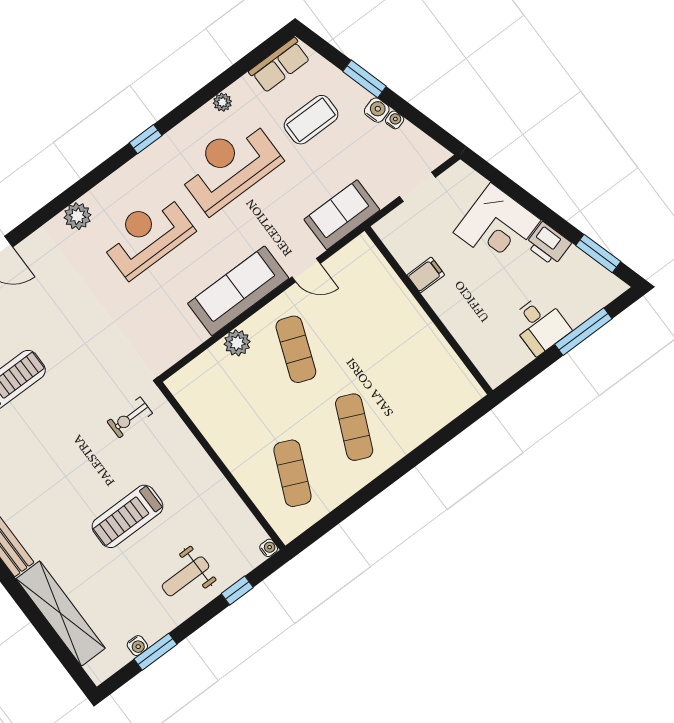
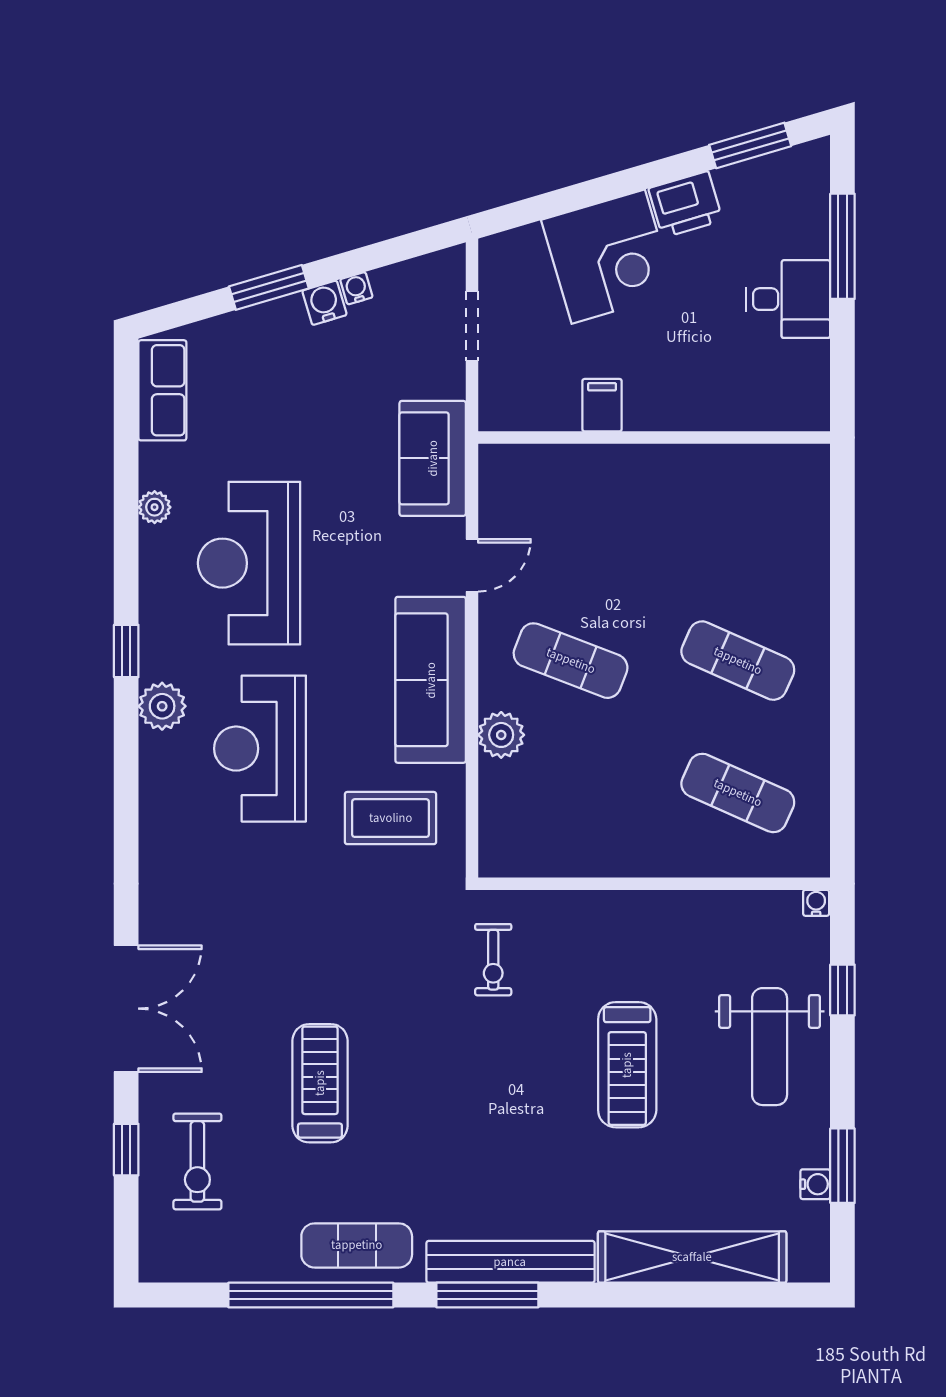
coffee table: (311, 120) -> (391, 818), moved, turned 90
plant: (77, 216) -> (162, 706), moved
weight bench: (186, 576) -> (770, 1047), width x1.36, depth x1.33

